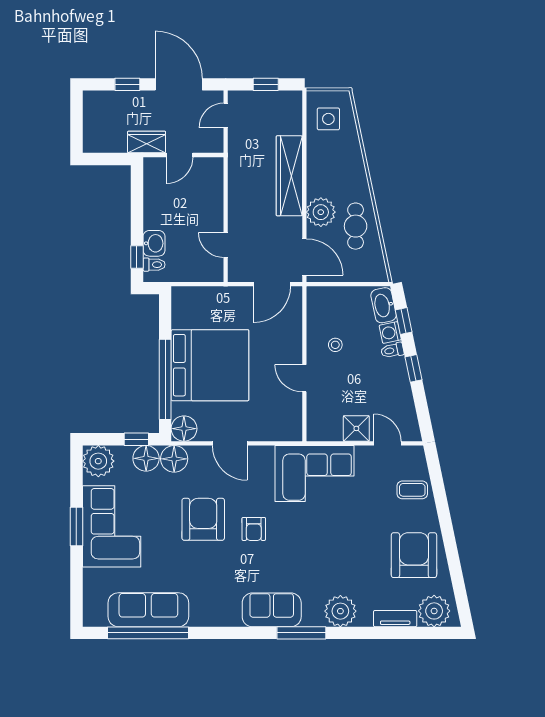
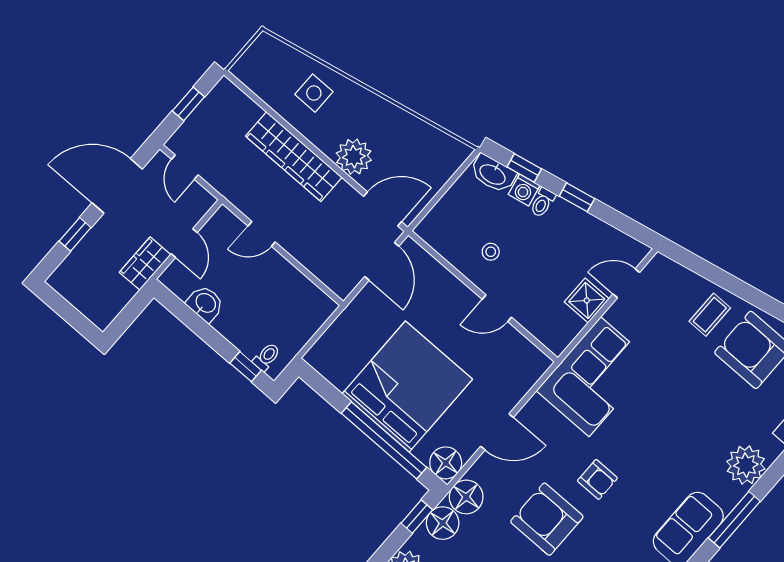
side table: (328, 119) -> (314, 93), moved
cafe table: (356, 226) -> (395, 135), removed
washbasin: (154, 243) -> (205, 304), moved
door: (226, 245) -> (262, 234), moved
coffee table: (412, 490) -> (710, 315), moved

